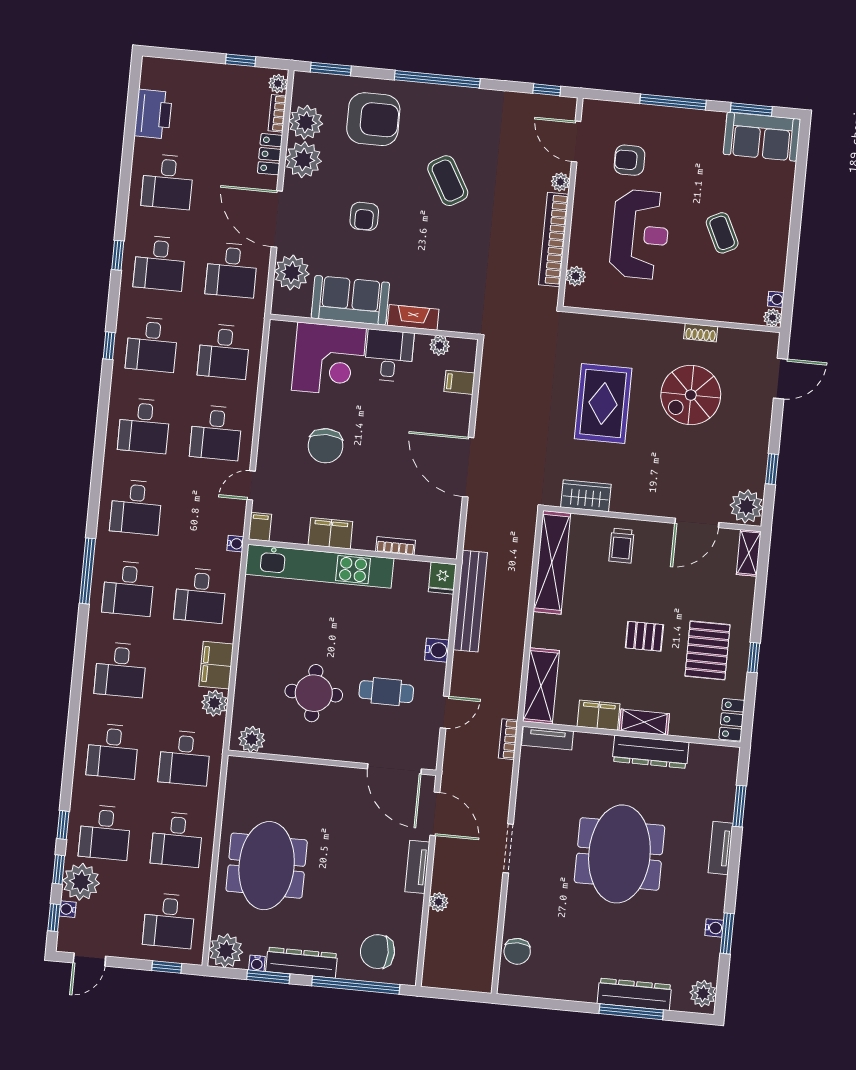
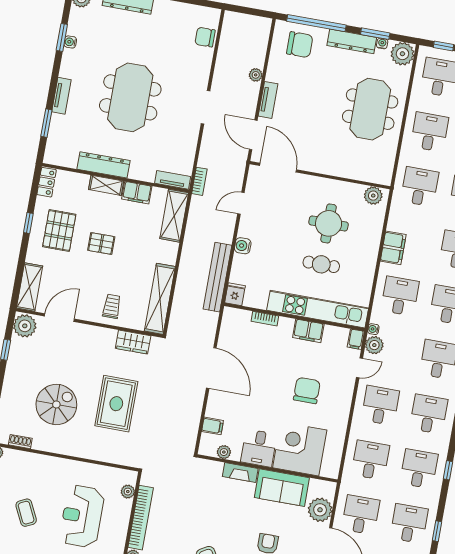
shoe rack: (701, 333) -> (20, 442), moved
shelving: (749, 553) -> (30, 287), width x1.50, depth x1.33
cafe table: (386, 692) -> (321, 264), moved
plant: (214, 703) -> (374, 345), moved
chair: (517, 951) -> (205, 37), turned -90

